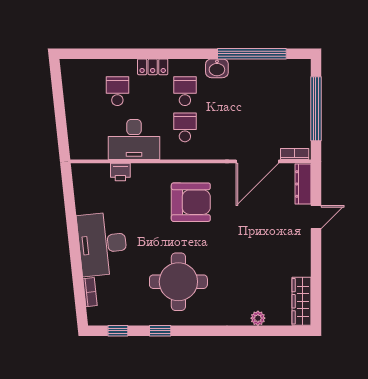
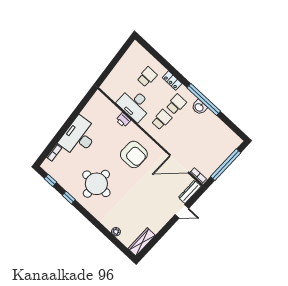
window: (252, 54) -> (204, 100), moved
printer: (120, 172) -> (123, 120), moved

